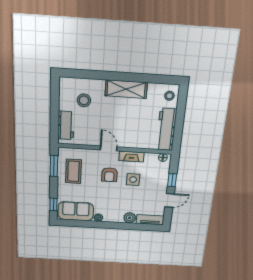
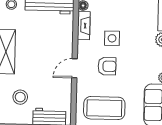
fireplace: (131, 156) -> (84, 26), moved
coffee table: (73, 171) -> (104, 108), width x1.36, depth x1.32

